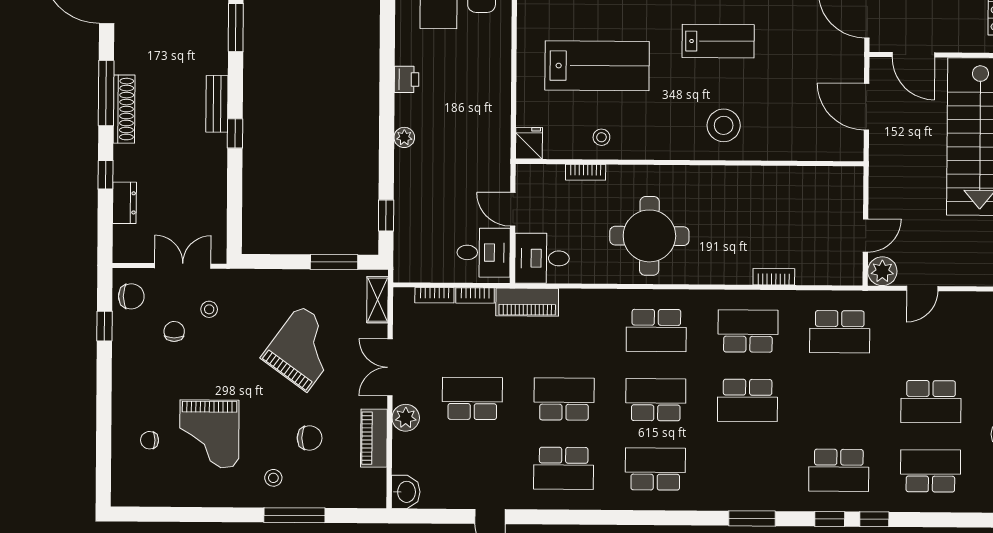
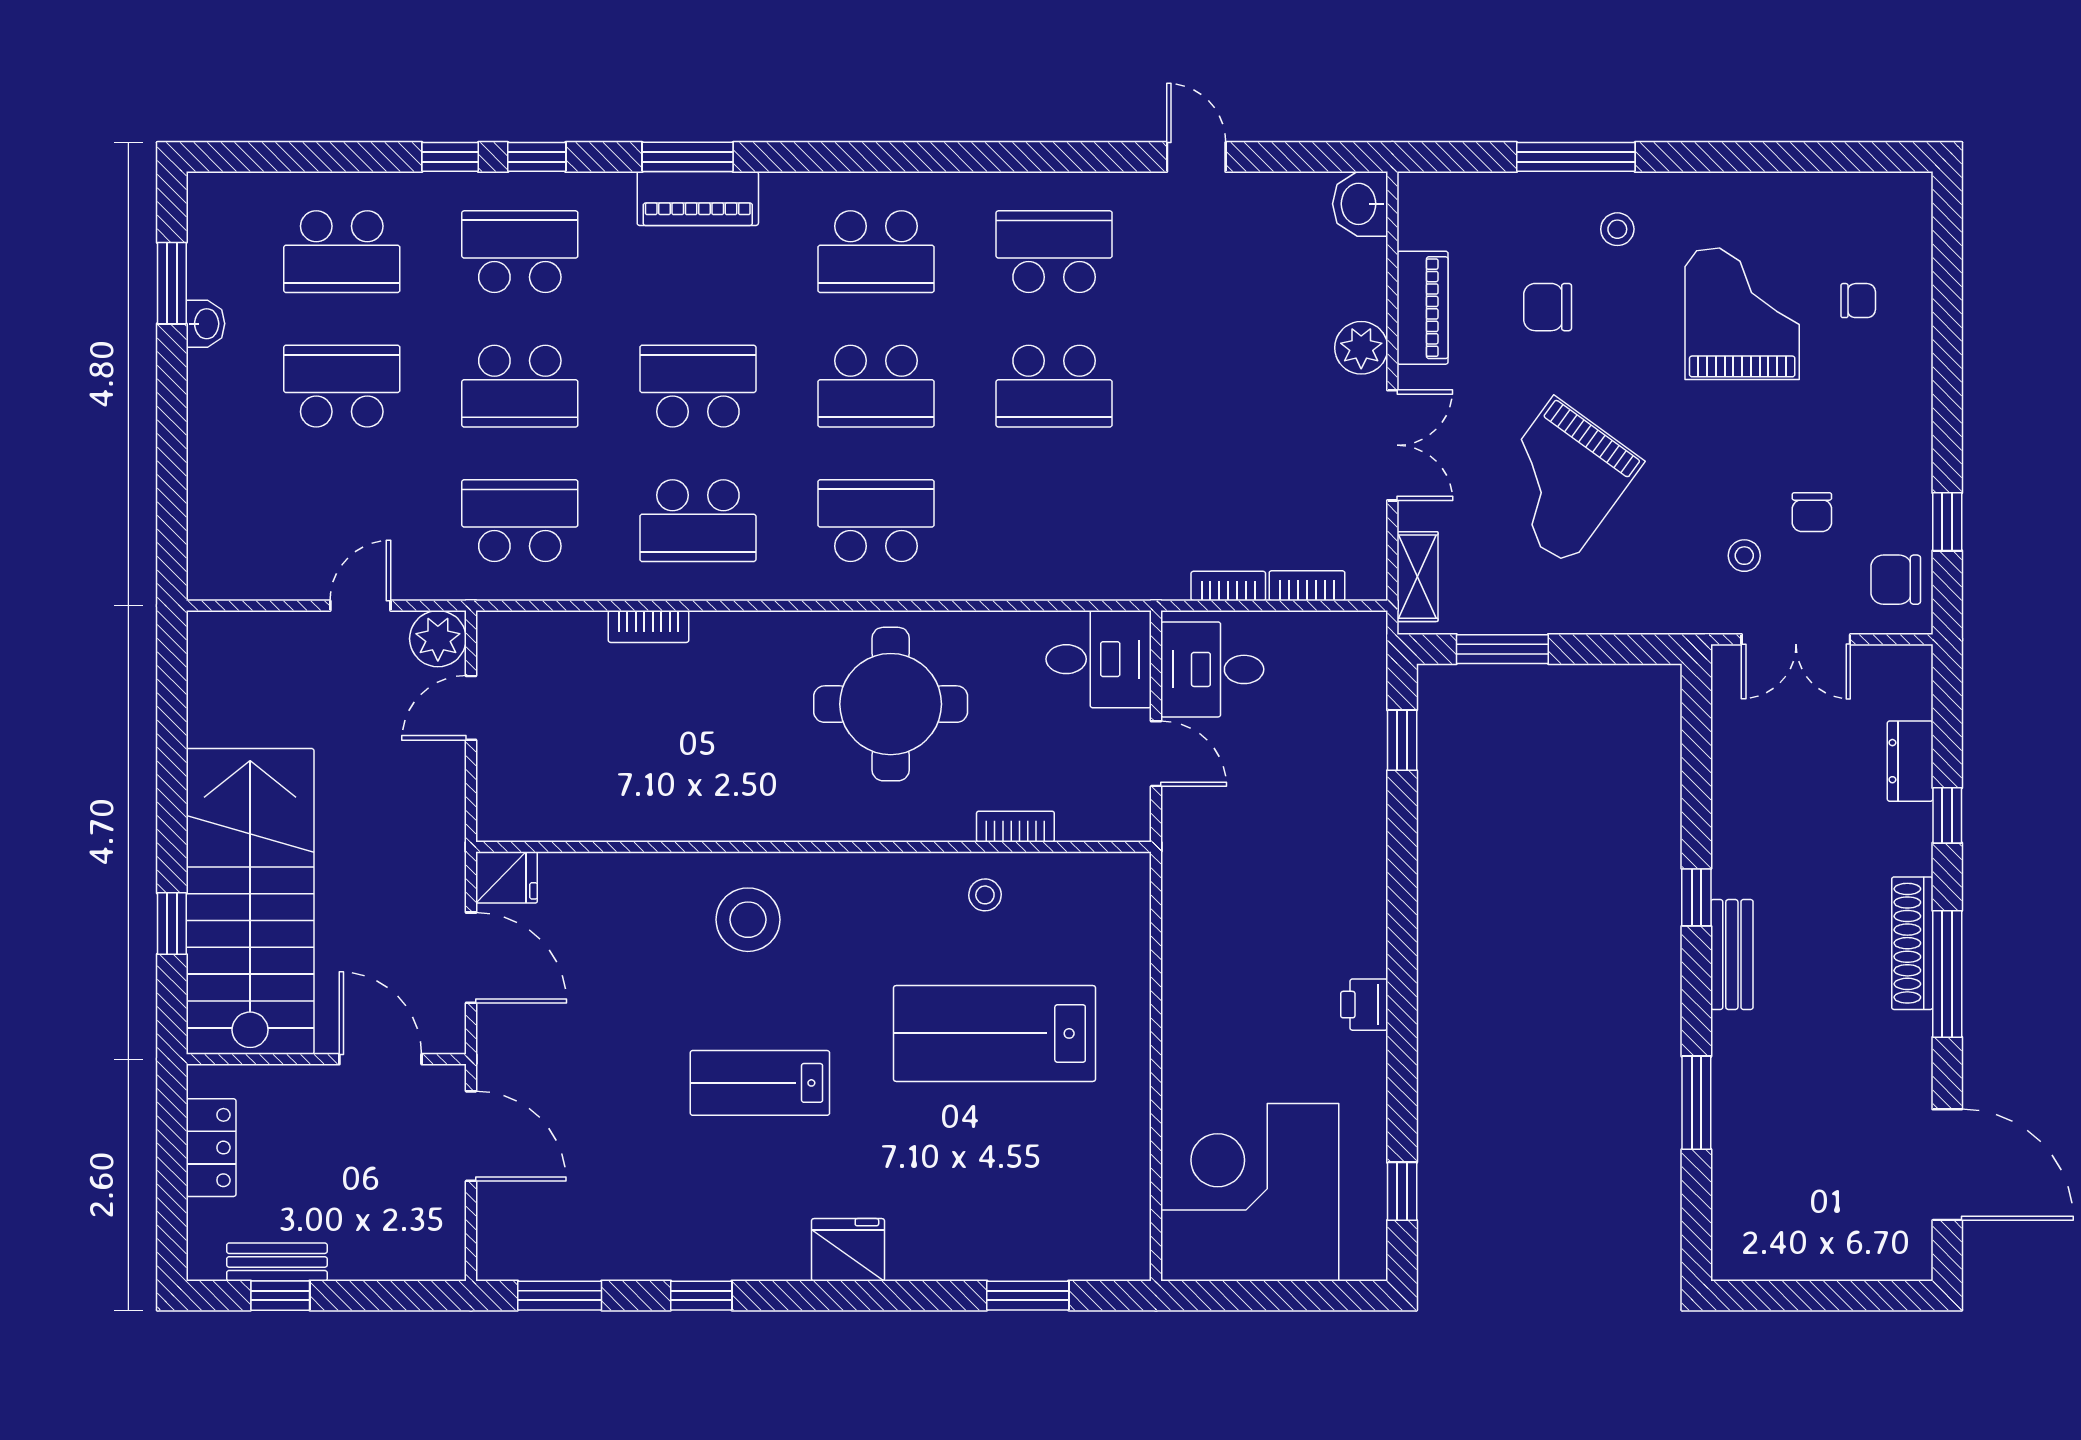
plant: (404, 137) -> (1368, 892), removed
fridge: (529, 143) -> (507, 877), moved, turned -90
piano: (527, 302) -> (698, 198), moved, turned 180
school desk: (472, 398) -> (520, 386), moved

